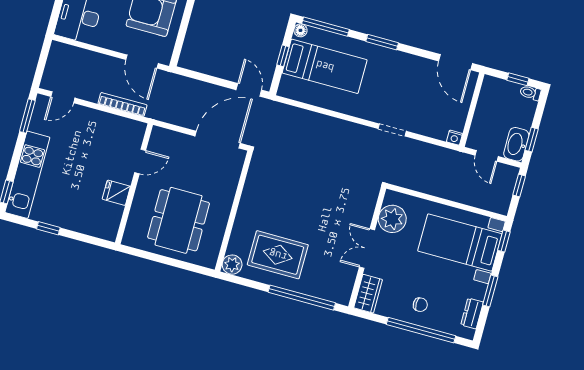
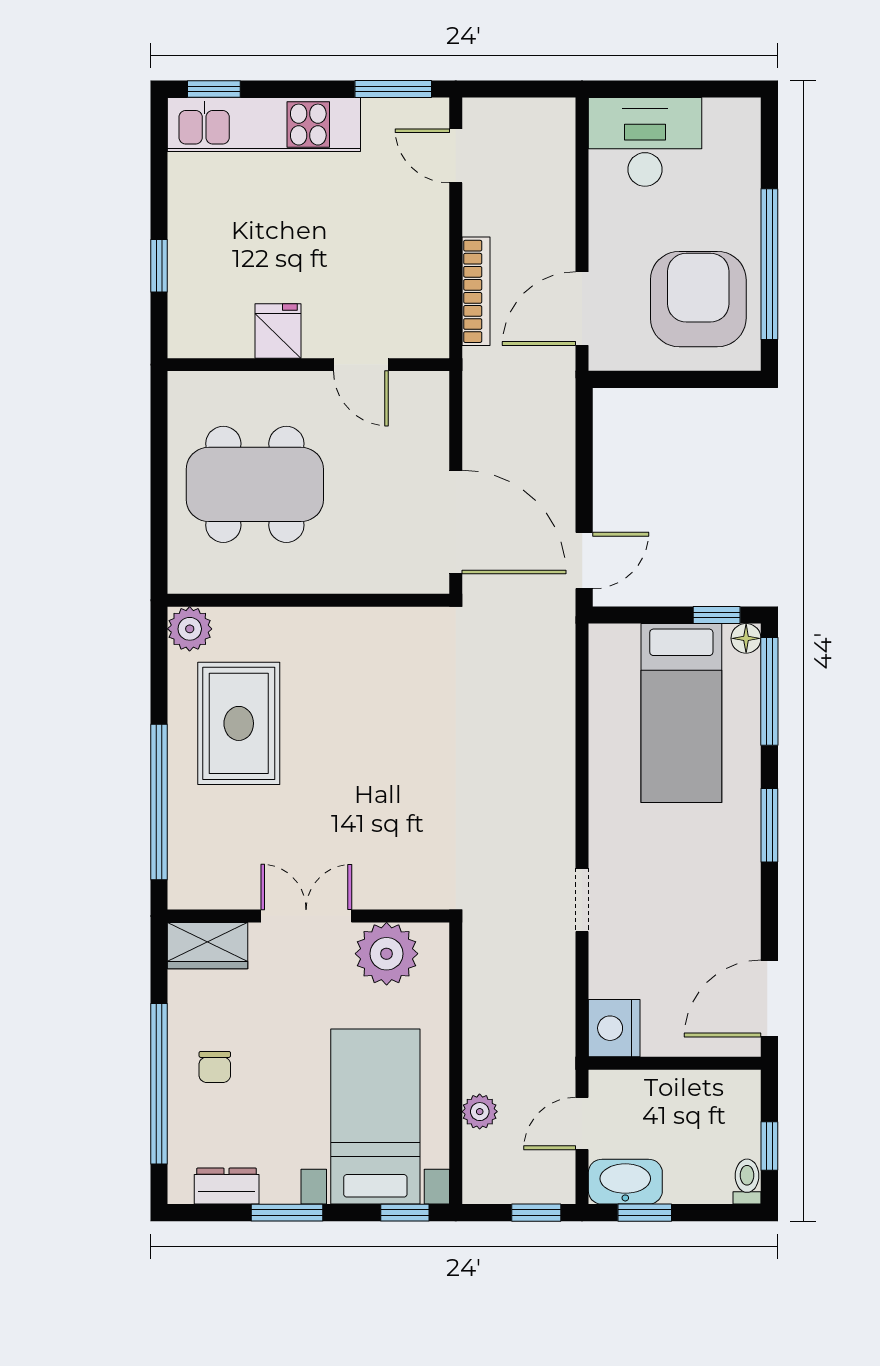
window: (283, 56) -> (717, 615), moved
nightstand: (454, 138) -> (614, 1028), width x1.89, depth x1.79
plant: (470, 198) -> (480, 1112), added
window: (48, 228) -> (159, 266), moved

